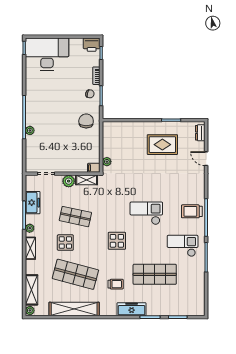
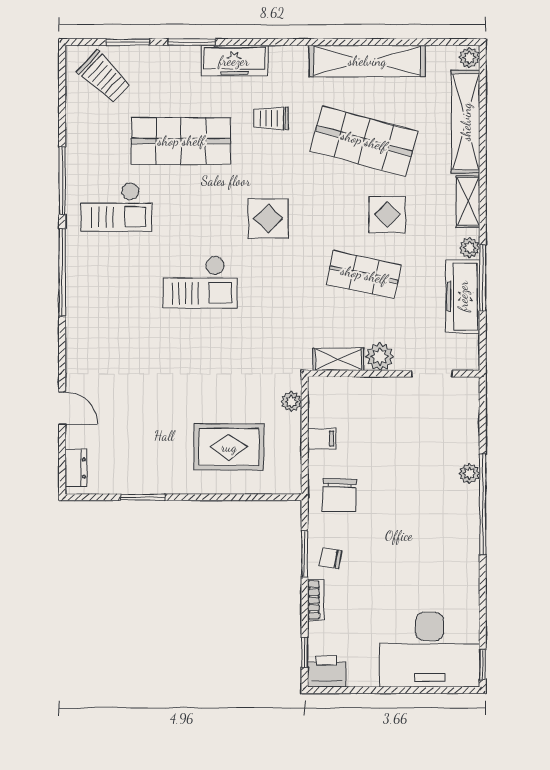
rug: (162, 145) -> (229, 447), moved
filing cabinet: (94, 168) -> (322, 439), moved
freezer: (33, 203) -> (463, 296), width x1.40
trolley: (192, 211) -> (104, 77), moved, turned 43
shelving: (31, 290) -> (466, 122), width x1.47

